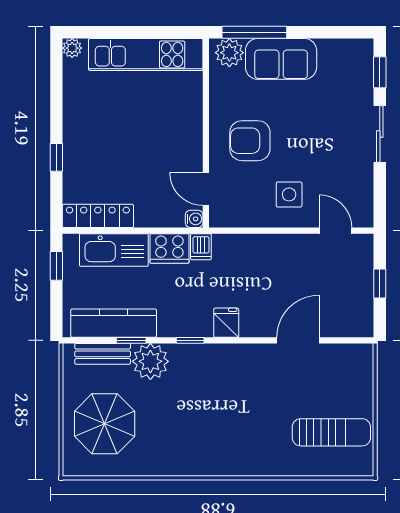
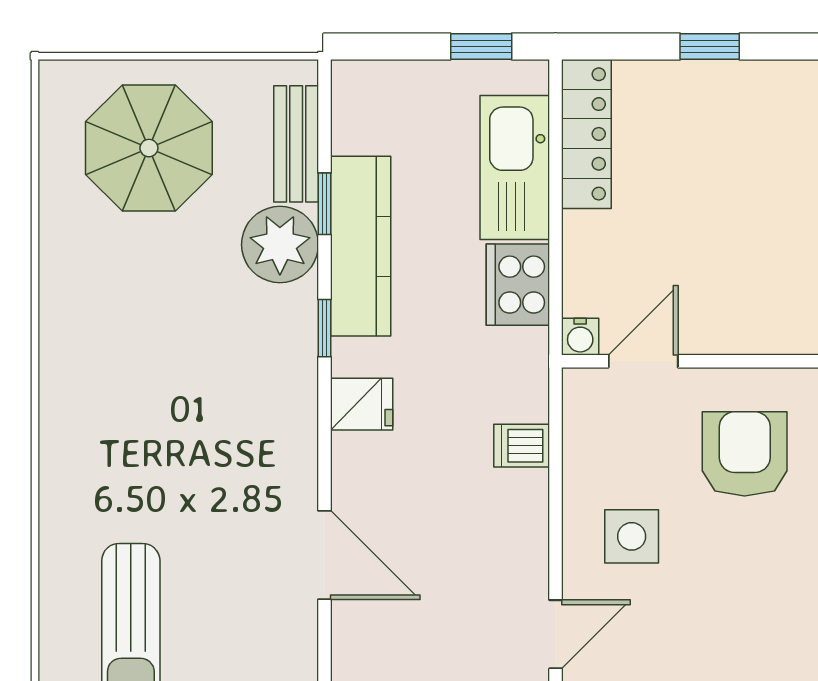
dishwasher: (201, 247) -> (522, 446), moved
kitchen counter: (114, 323) -> (361, 246), moved

